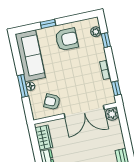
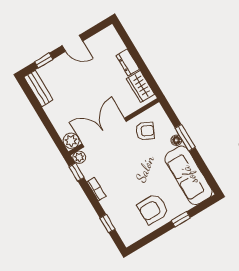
plant: (96, 32) -> (79, 157), moved

